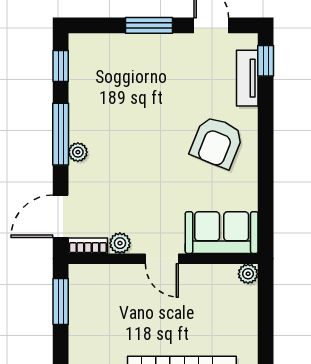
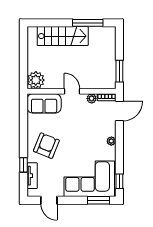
window: (149, 25) -> (99, 200), moved
window: (266, 61) -> (23, 165), moved
corner sofa: (125, 71) -> (89, 179), added
window: (61, 134) -> (119, 149), removed
plant: (248, 274) -> (36, 80), width x1.88, depth x1.88

